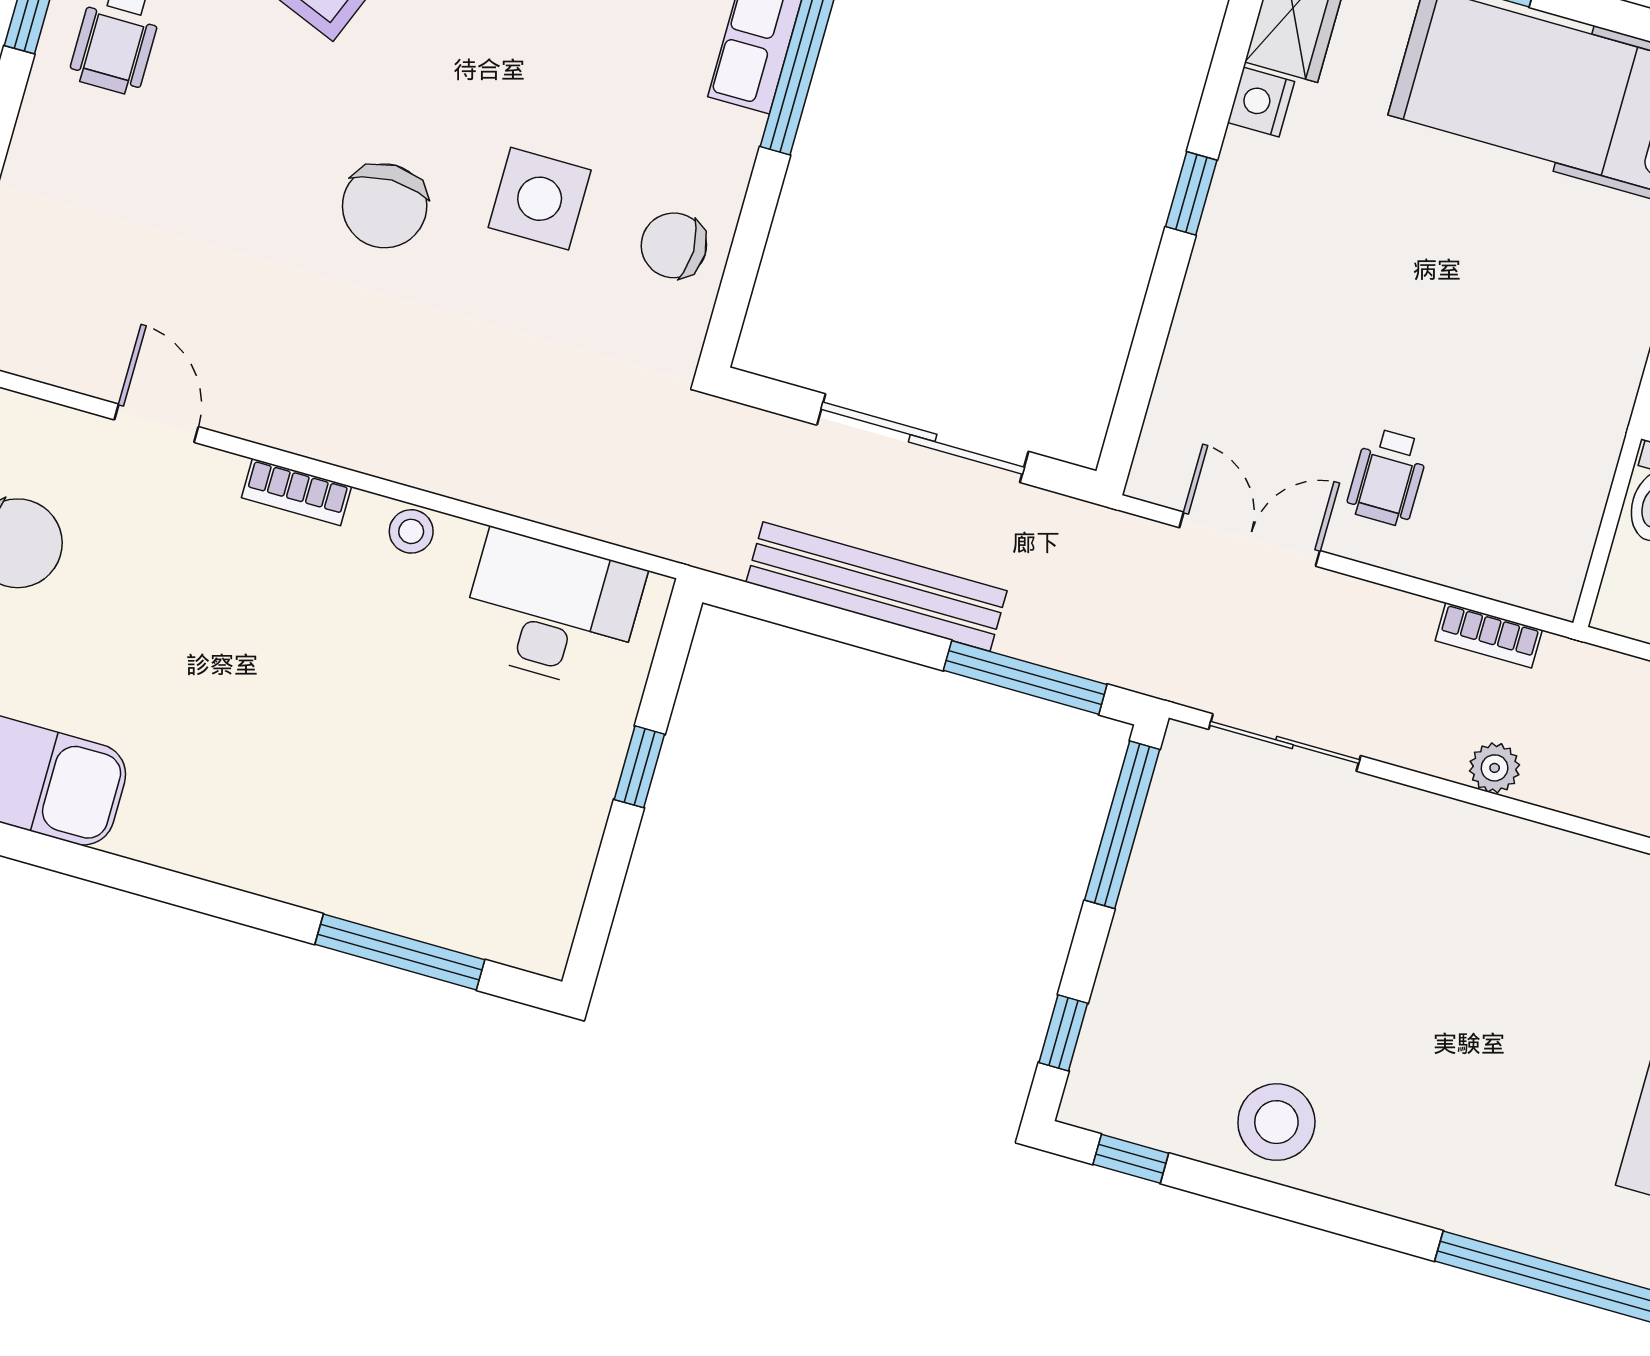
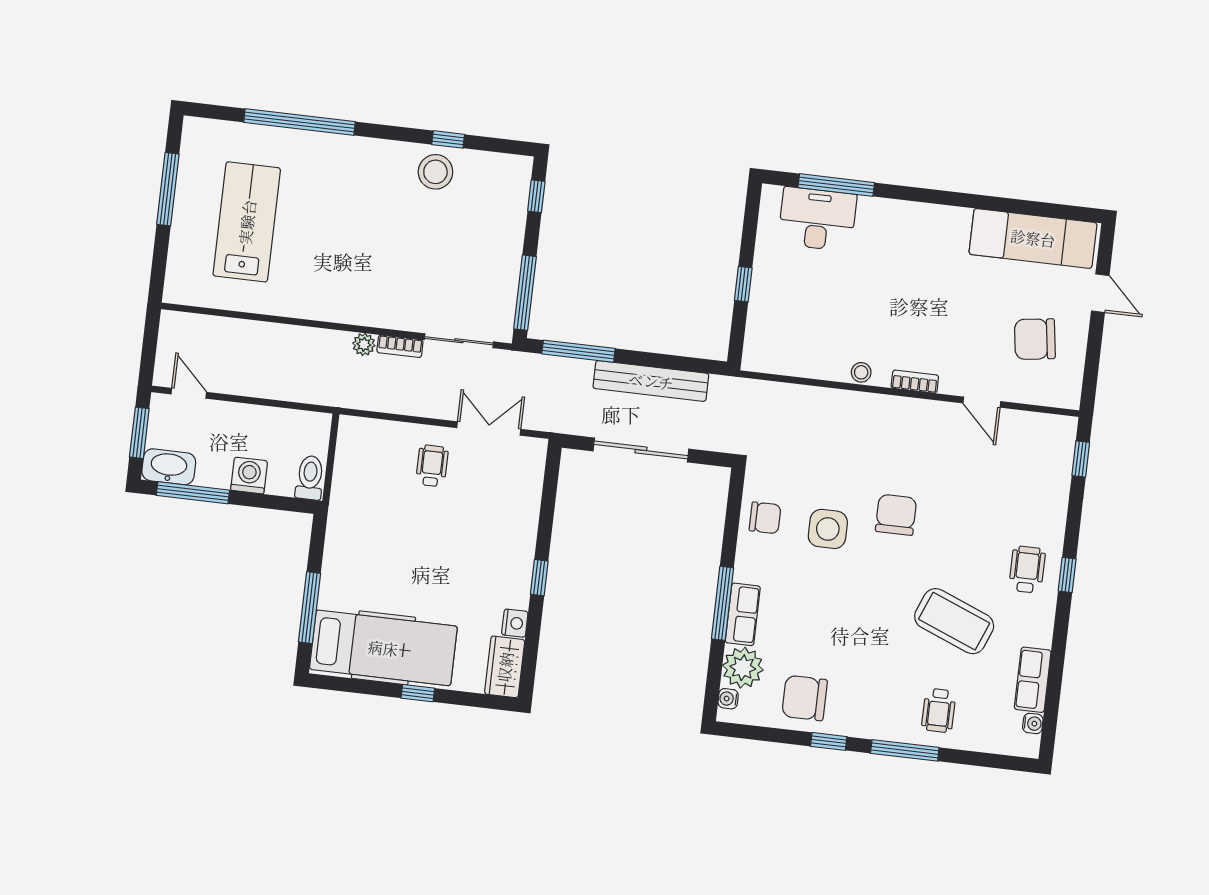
double door: (1250, 539) -> (489, 428), swing flipped
desk: (552, 610) -> (817, 219), moved, turned 180
bookcase: (1489, 635) -> (400, 346), moved, turned 180
window: (1131, 1159) -> (448, 139), moved

